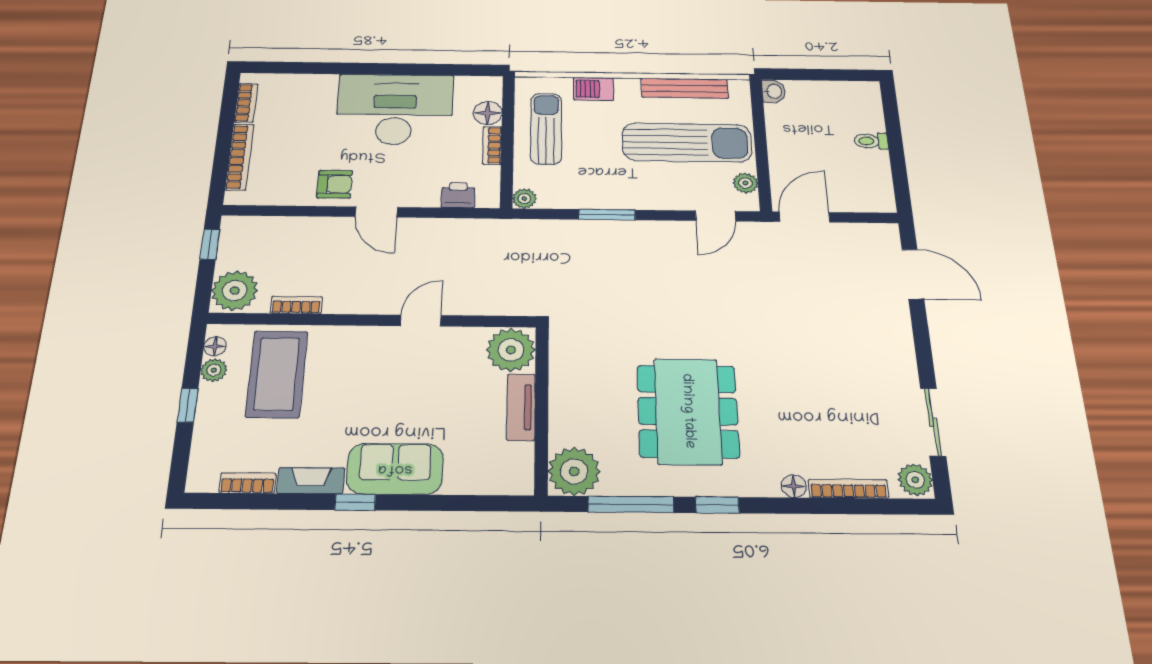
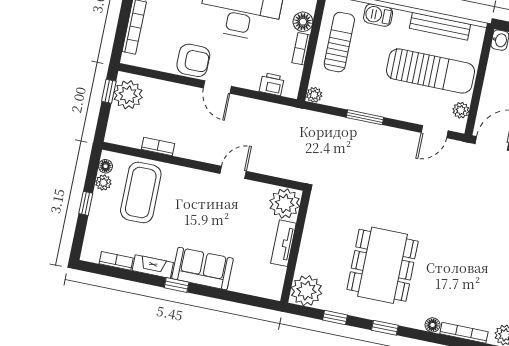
armchair: (335, 184) -> (193, 60), width x1.38, depth x1.38
plant: (235, 291) -> (128, 95), moved
window: (631, 504) -> (335, 317), width x0.46

